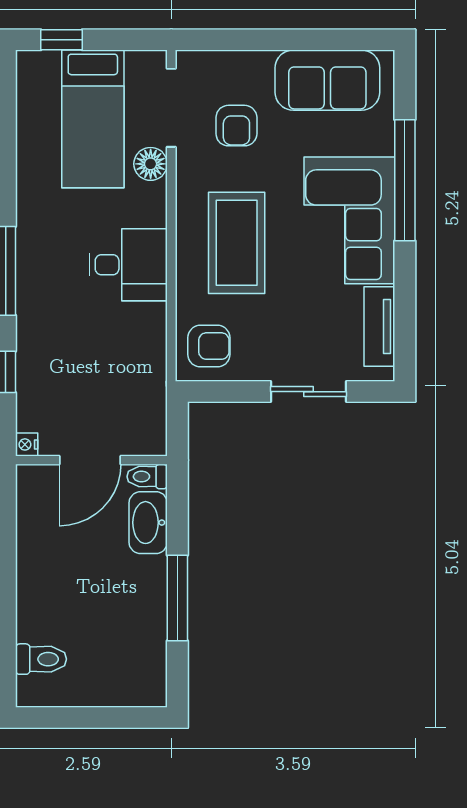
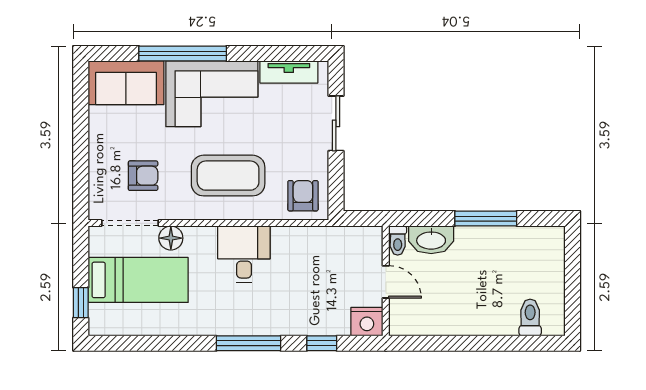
sofa: (327, 80) -> (126, 83), moved, turned 90
nightstand: (27, 444) -> (367, 322), width x1.89, depth x1.79
door: (90, 460) -> (386, 282), width x0.73

